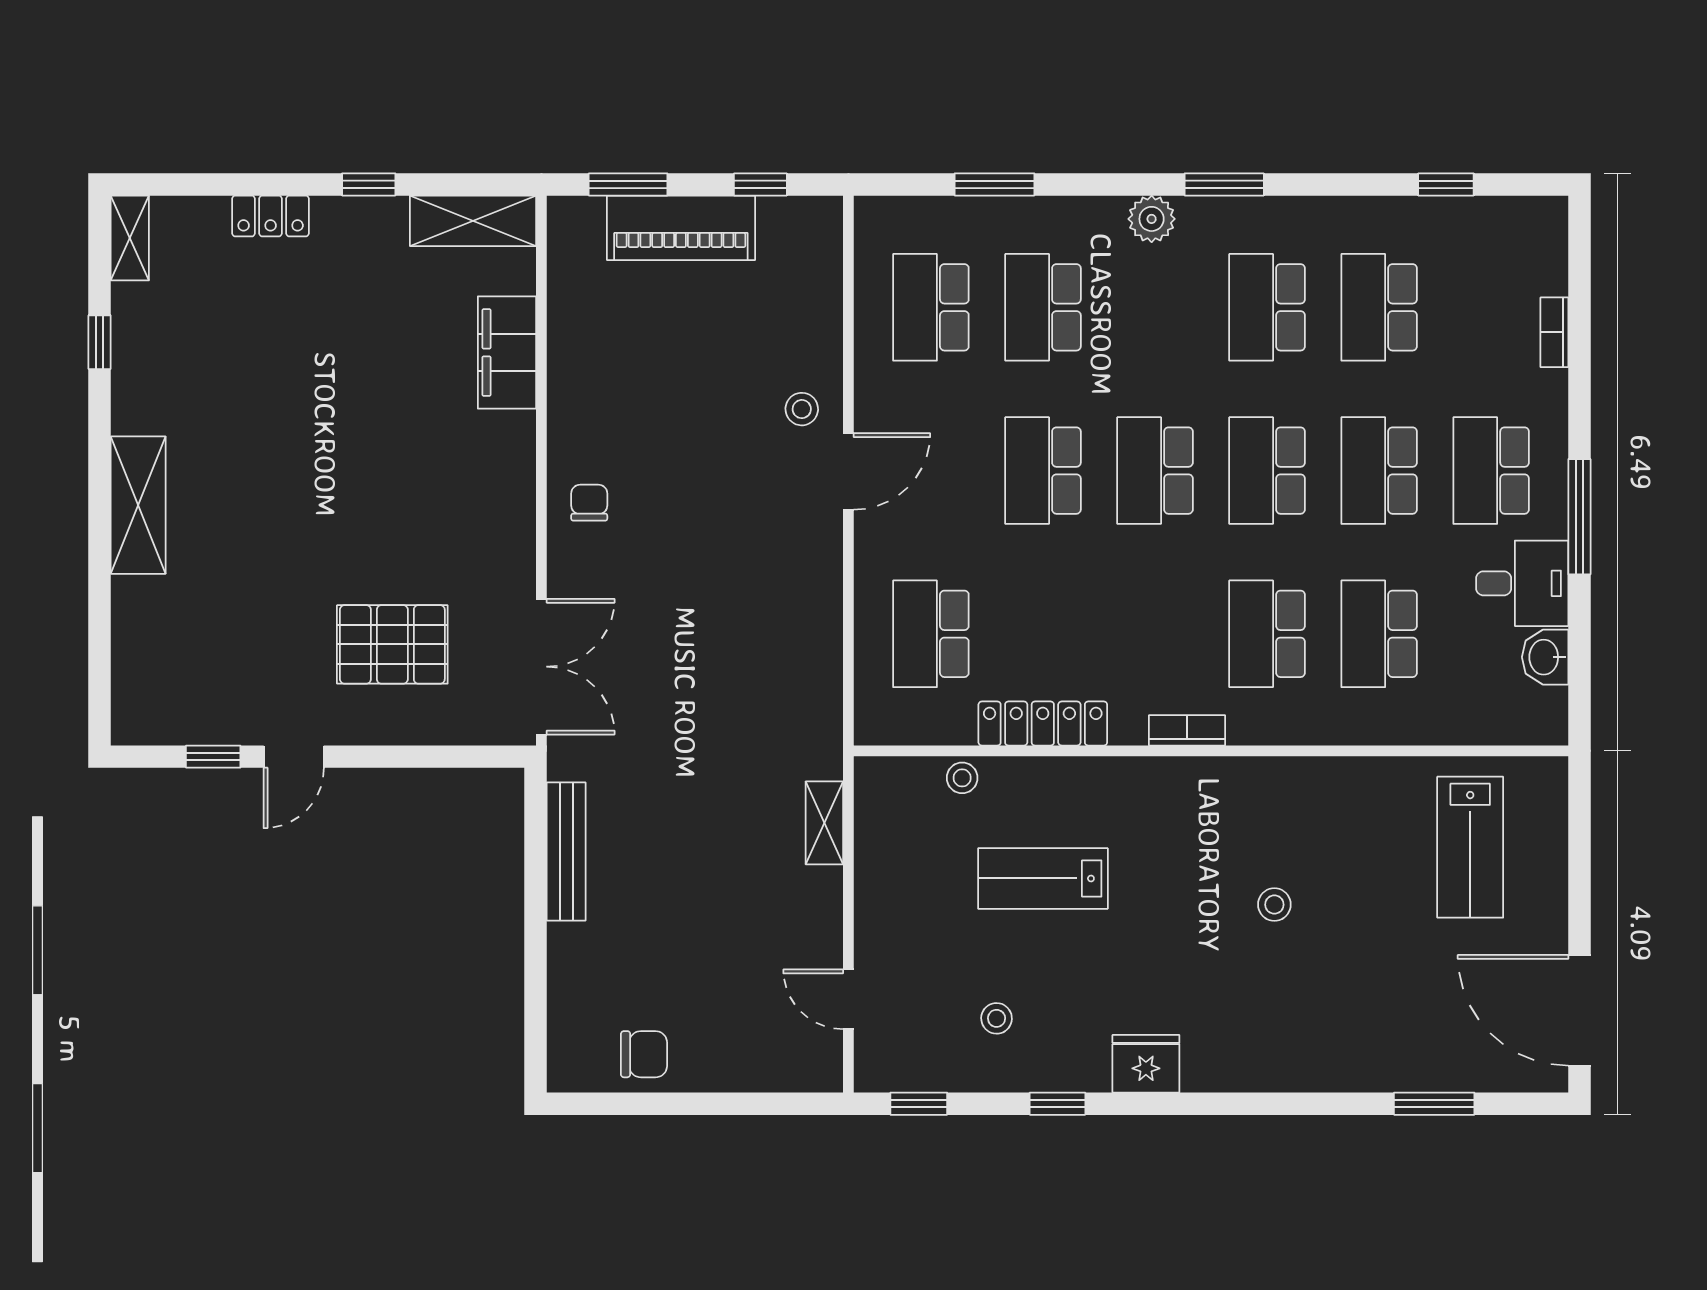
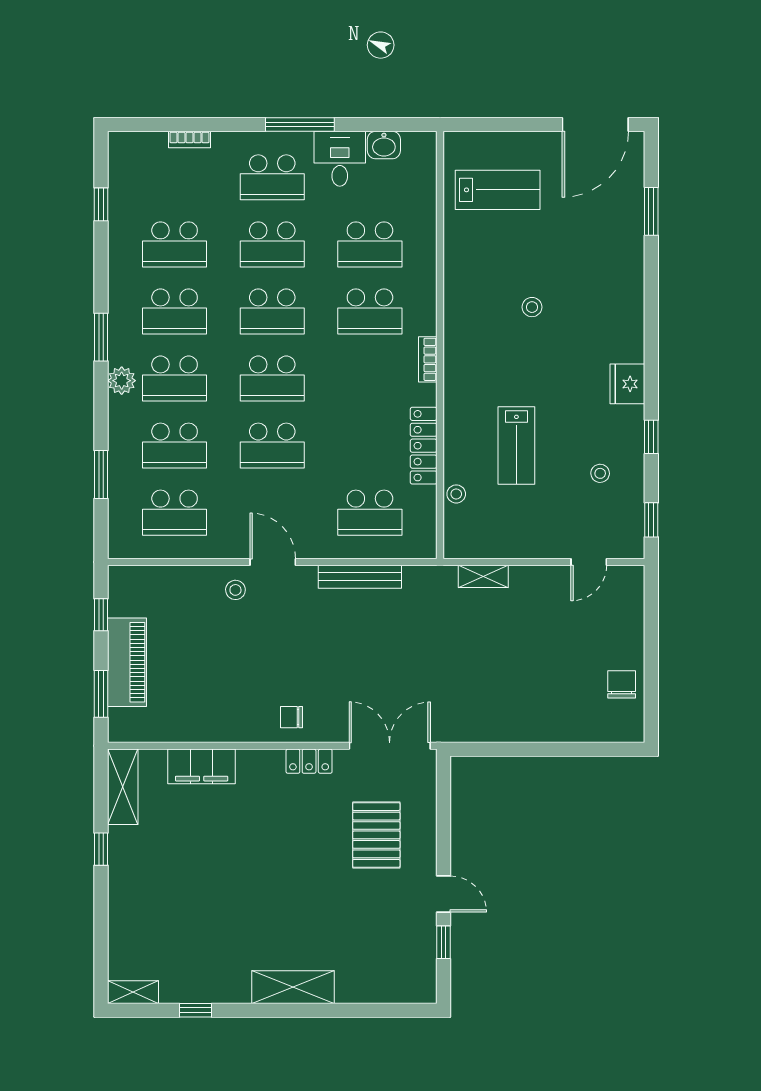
locker: (271, 216) -> (309, 761), moved, turned 90
school desk: (1155, 307) -> (175, 379), added
bench: (566, 851) -> (360, 577), moved

